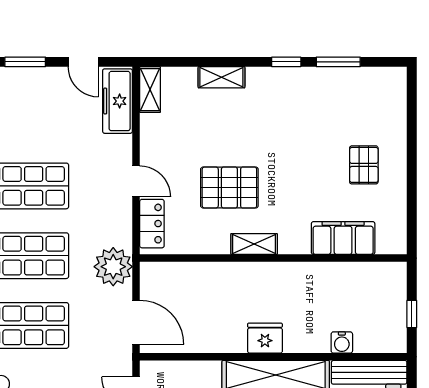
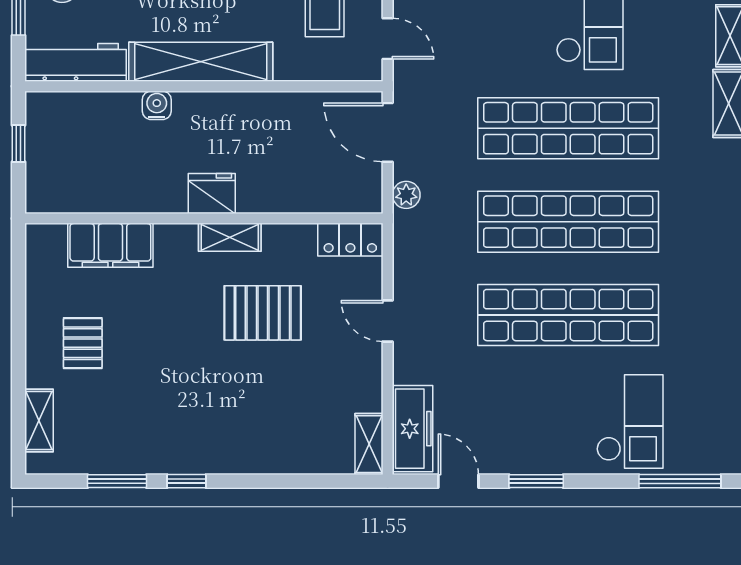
shelving: (221, 77) -> (39, 420), moved, turned 90
locker: (152, 224) -> (350, 240), moved, turned -90
plant: (113, 267) -> (406, 195), width x0.53, depth x0.53
fridge: (265, 338) -> (212, 193), moved, turned 180
water cooler: (342, 342) -> (157, 105), moved

